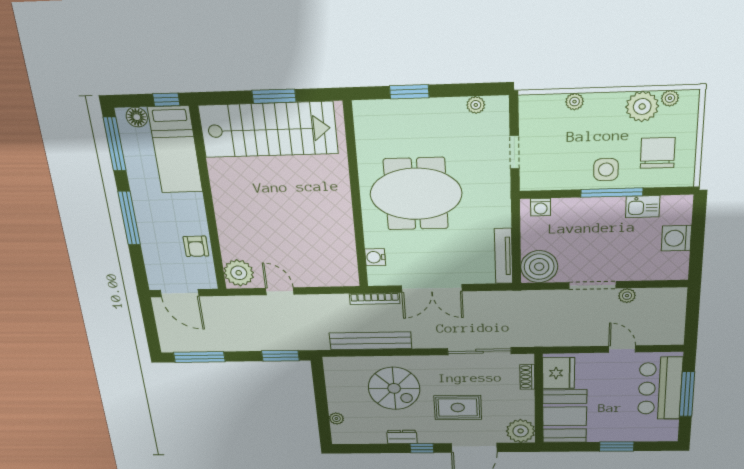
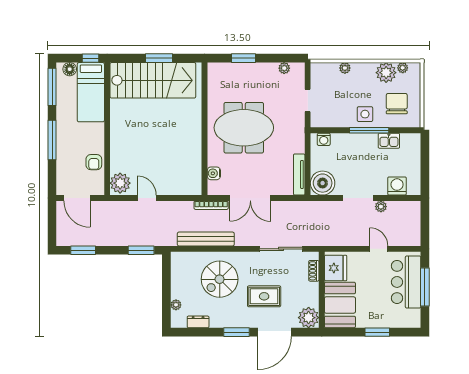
washing machine: (676, 238) -> (397, 186), moved, turned 90
window: (199, 357) -> (83, 250), width x0.69
spiral stairs: (394, 388) -> (220, 279), turned 90
dresser: (402, 437) -> (198, 322), moved
window: (422, 448) -> (237, 332), width x1.50

